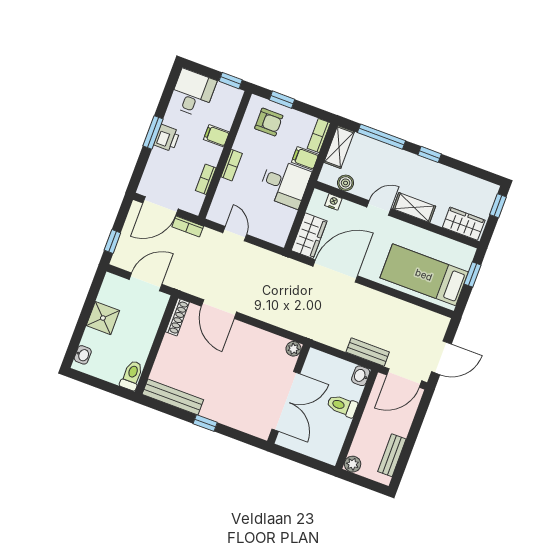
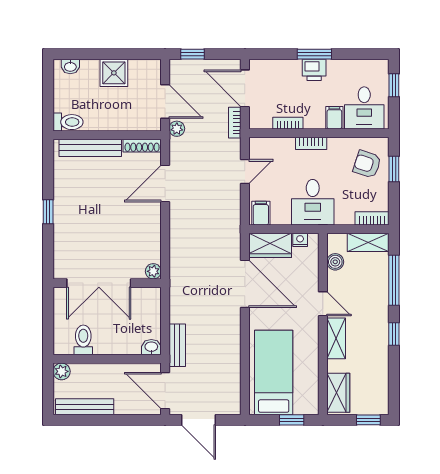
window: (231, 81) -> (394, 85), moved
desk: (193, 93) -> (364, 108), moved, turned 90
armchair: (269, 122) -> (367, 164), turned 108
filing cabinet: (305, 158) -> (261, 213), moved
nightstand: (333, 202) -> (300, 240), moved, turned -90
plant: (174, 280) -> (177, 129), added
bench: (173, 397) -> (90, 148), moved, turned 90
toilet: (342, 406) -> (83, 340), moved
bench: (392, 455) -> (85, 407), width x1.36

